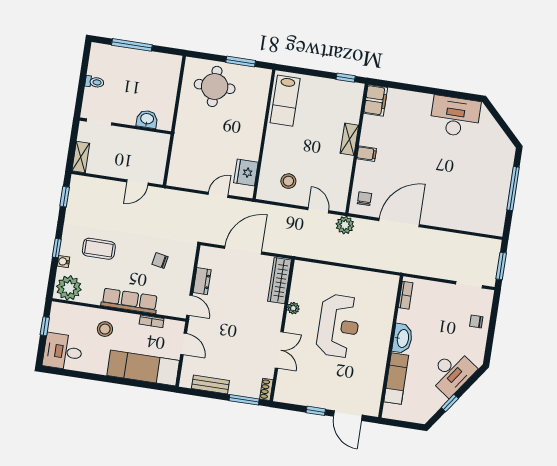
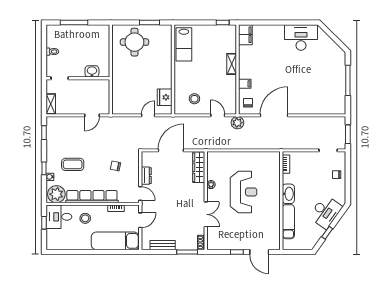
filing cabinet: (367, 154) -> (245, 84), moved
row of seats: (130, 301) -> (92, 197), width x1.36
door: (184, 344) -> (140, 220), hinge flipped
desk: (63, 352) -> (59, 217), moved

